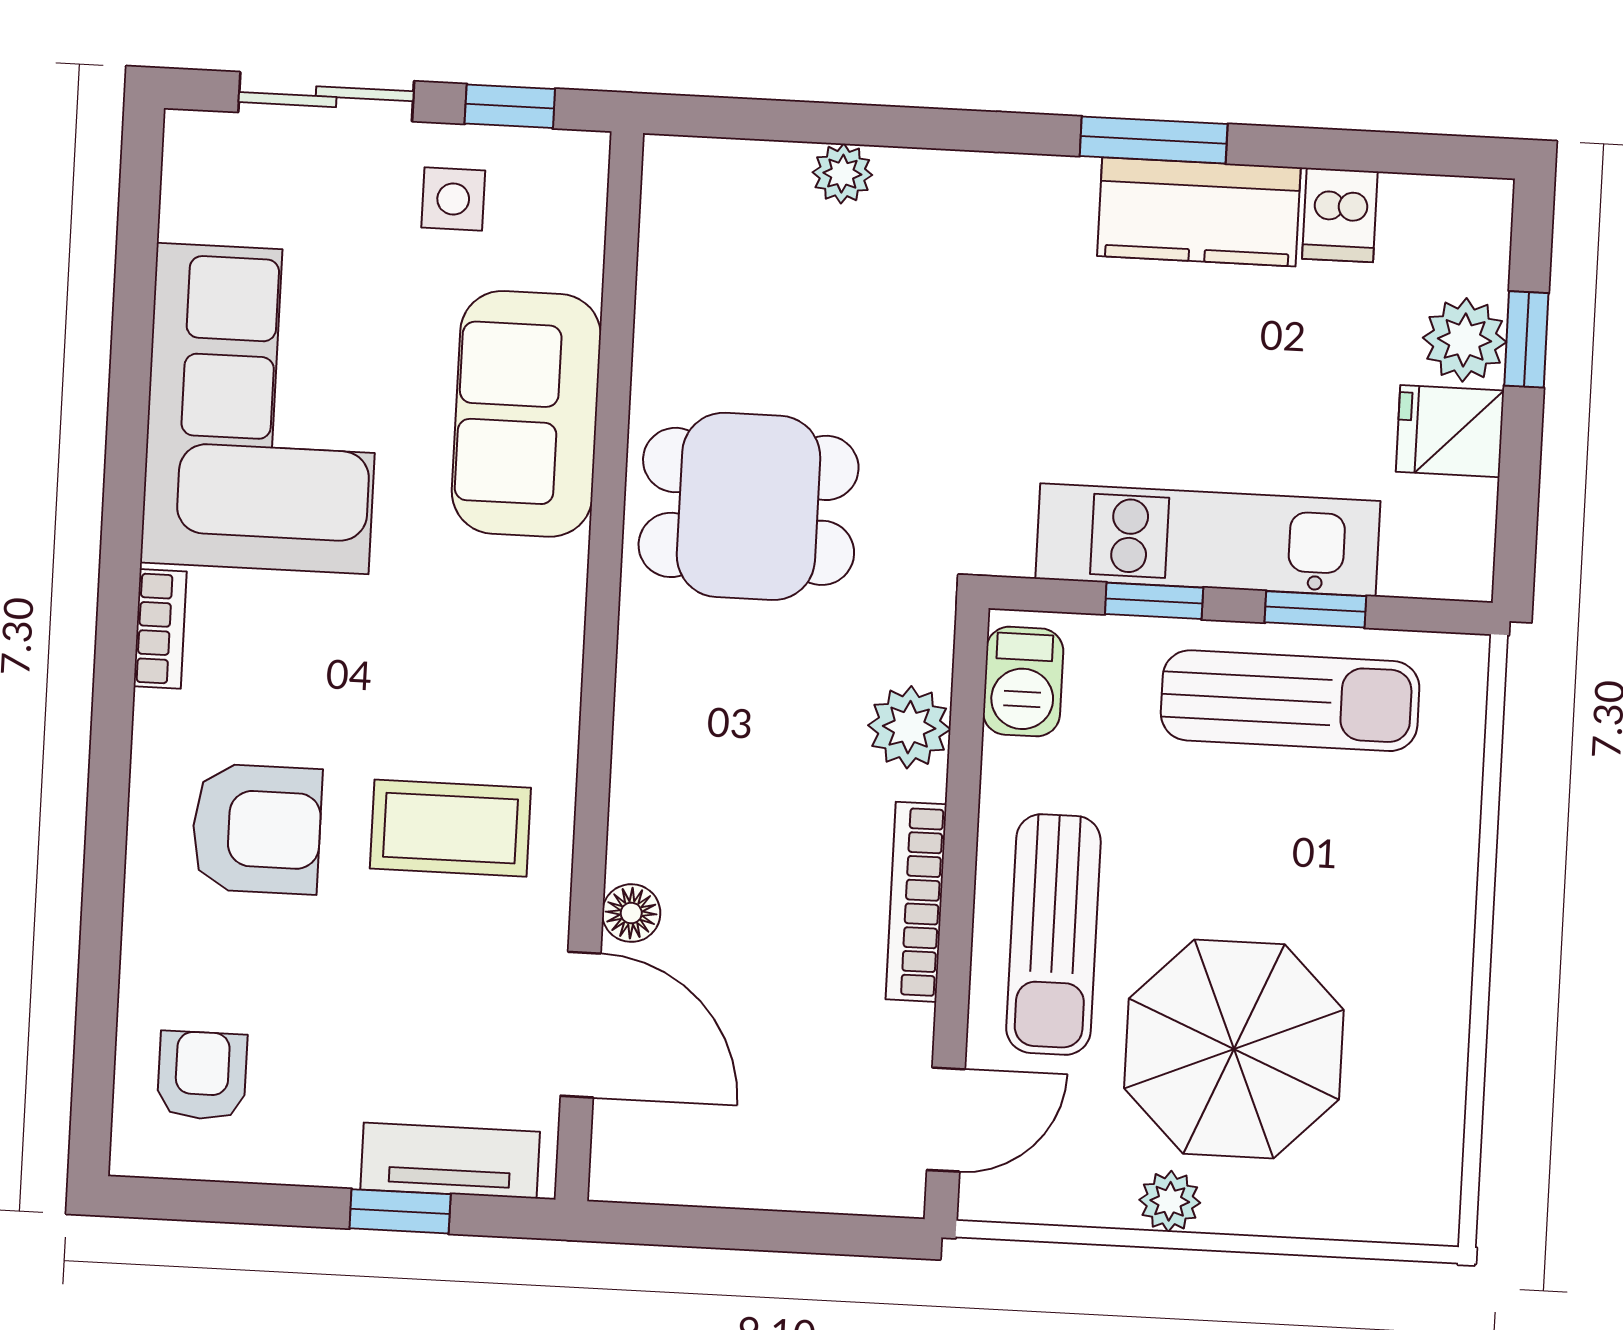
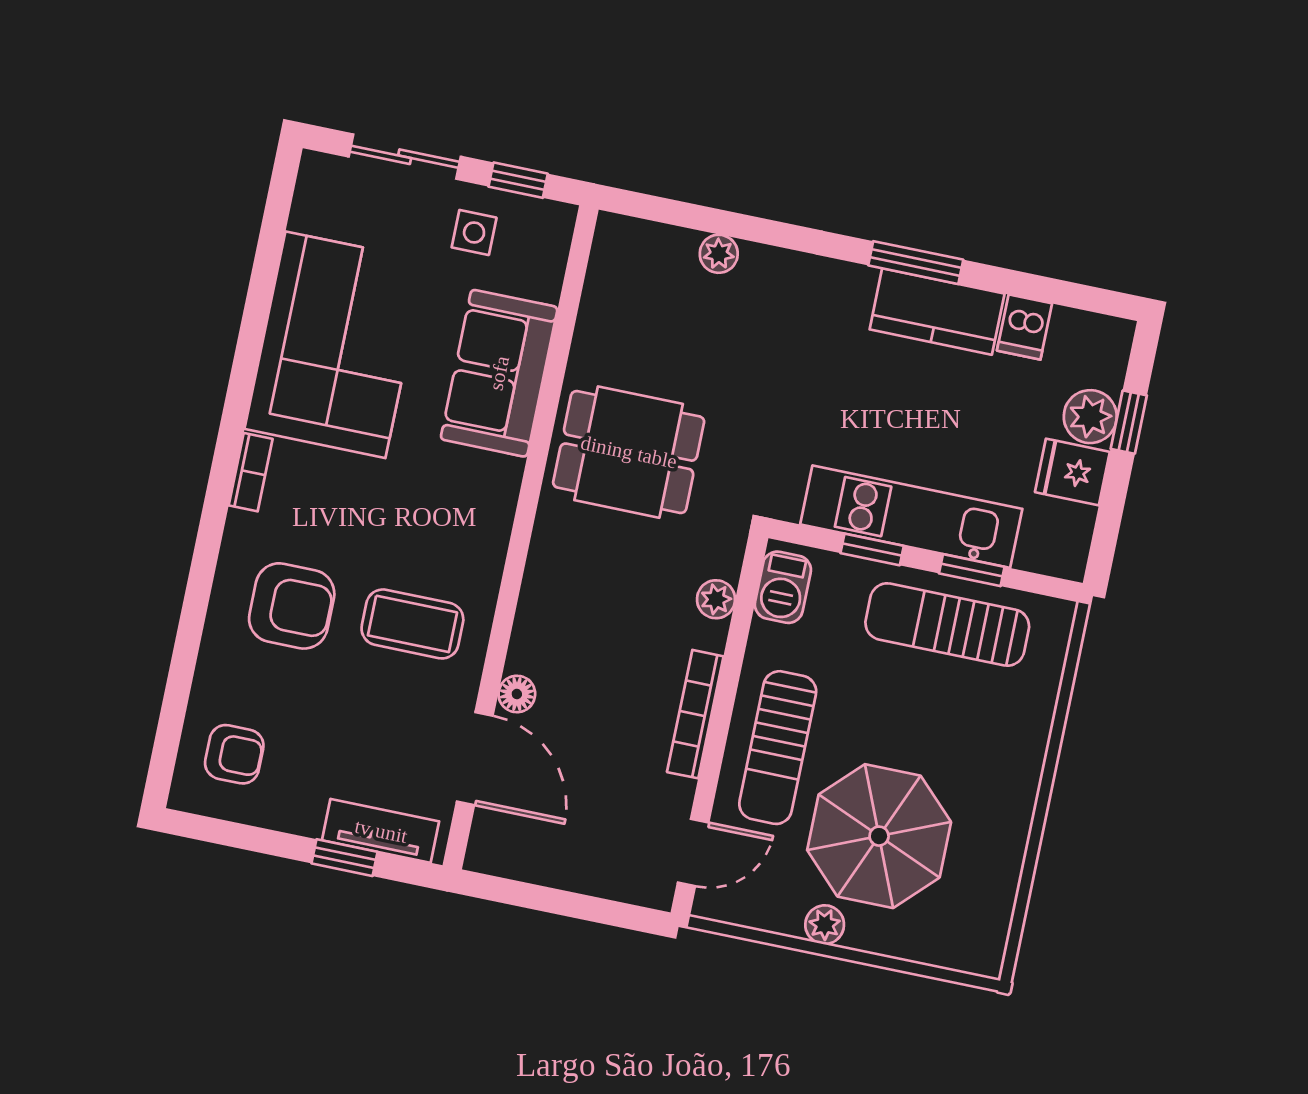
sun lounger: (1290, 701) -> (947, 625), turned 180
plant: (909, 727) -> (716, 599), width x0.73, depth x0.73
armchair: (202, 1076) -> (234, 754), turned 90

